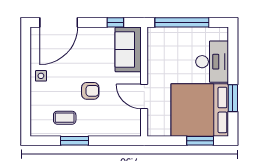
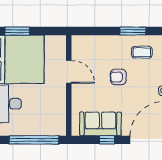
window: (115, 22) -> (107, 140), moved
sofa: (128, 49) -> (100, 124), moved, turned -90

